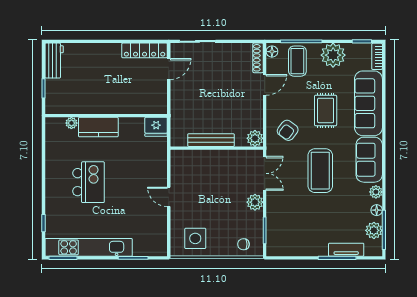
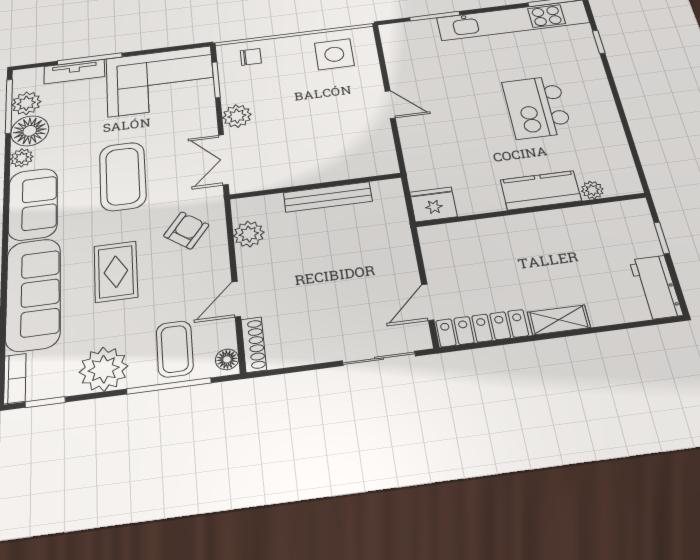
shelving: (106, 49) -> (559, 320), added
plant: (255, 138) -> (249, 234), moved
floor lamp: (377, 210) -> (30, 131), width x1.89, depth x1.89
corner sofa: (297, 235) -> (160, 81), added

